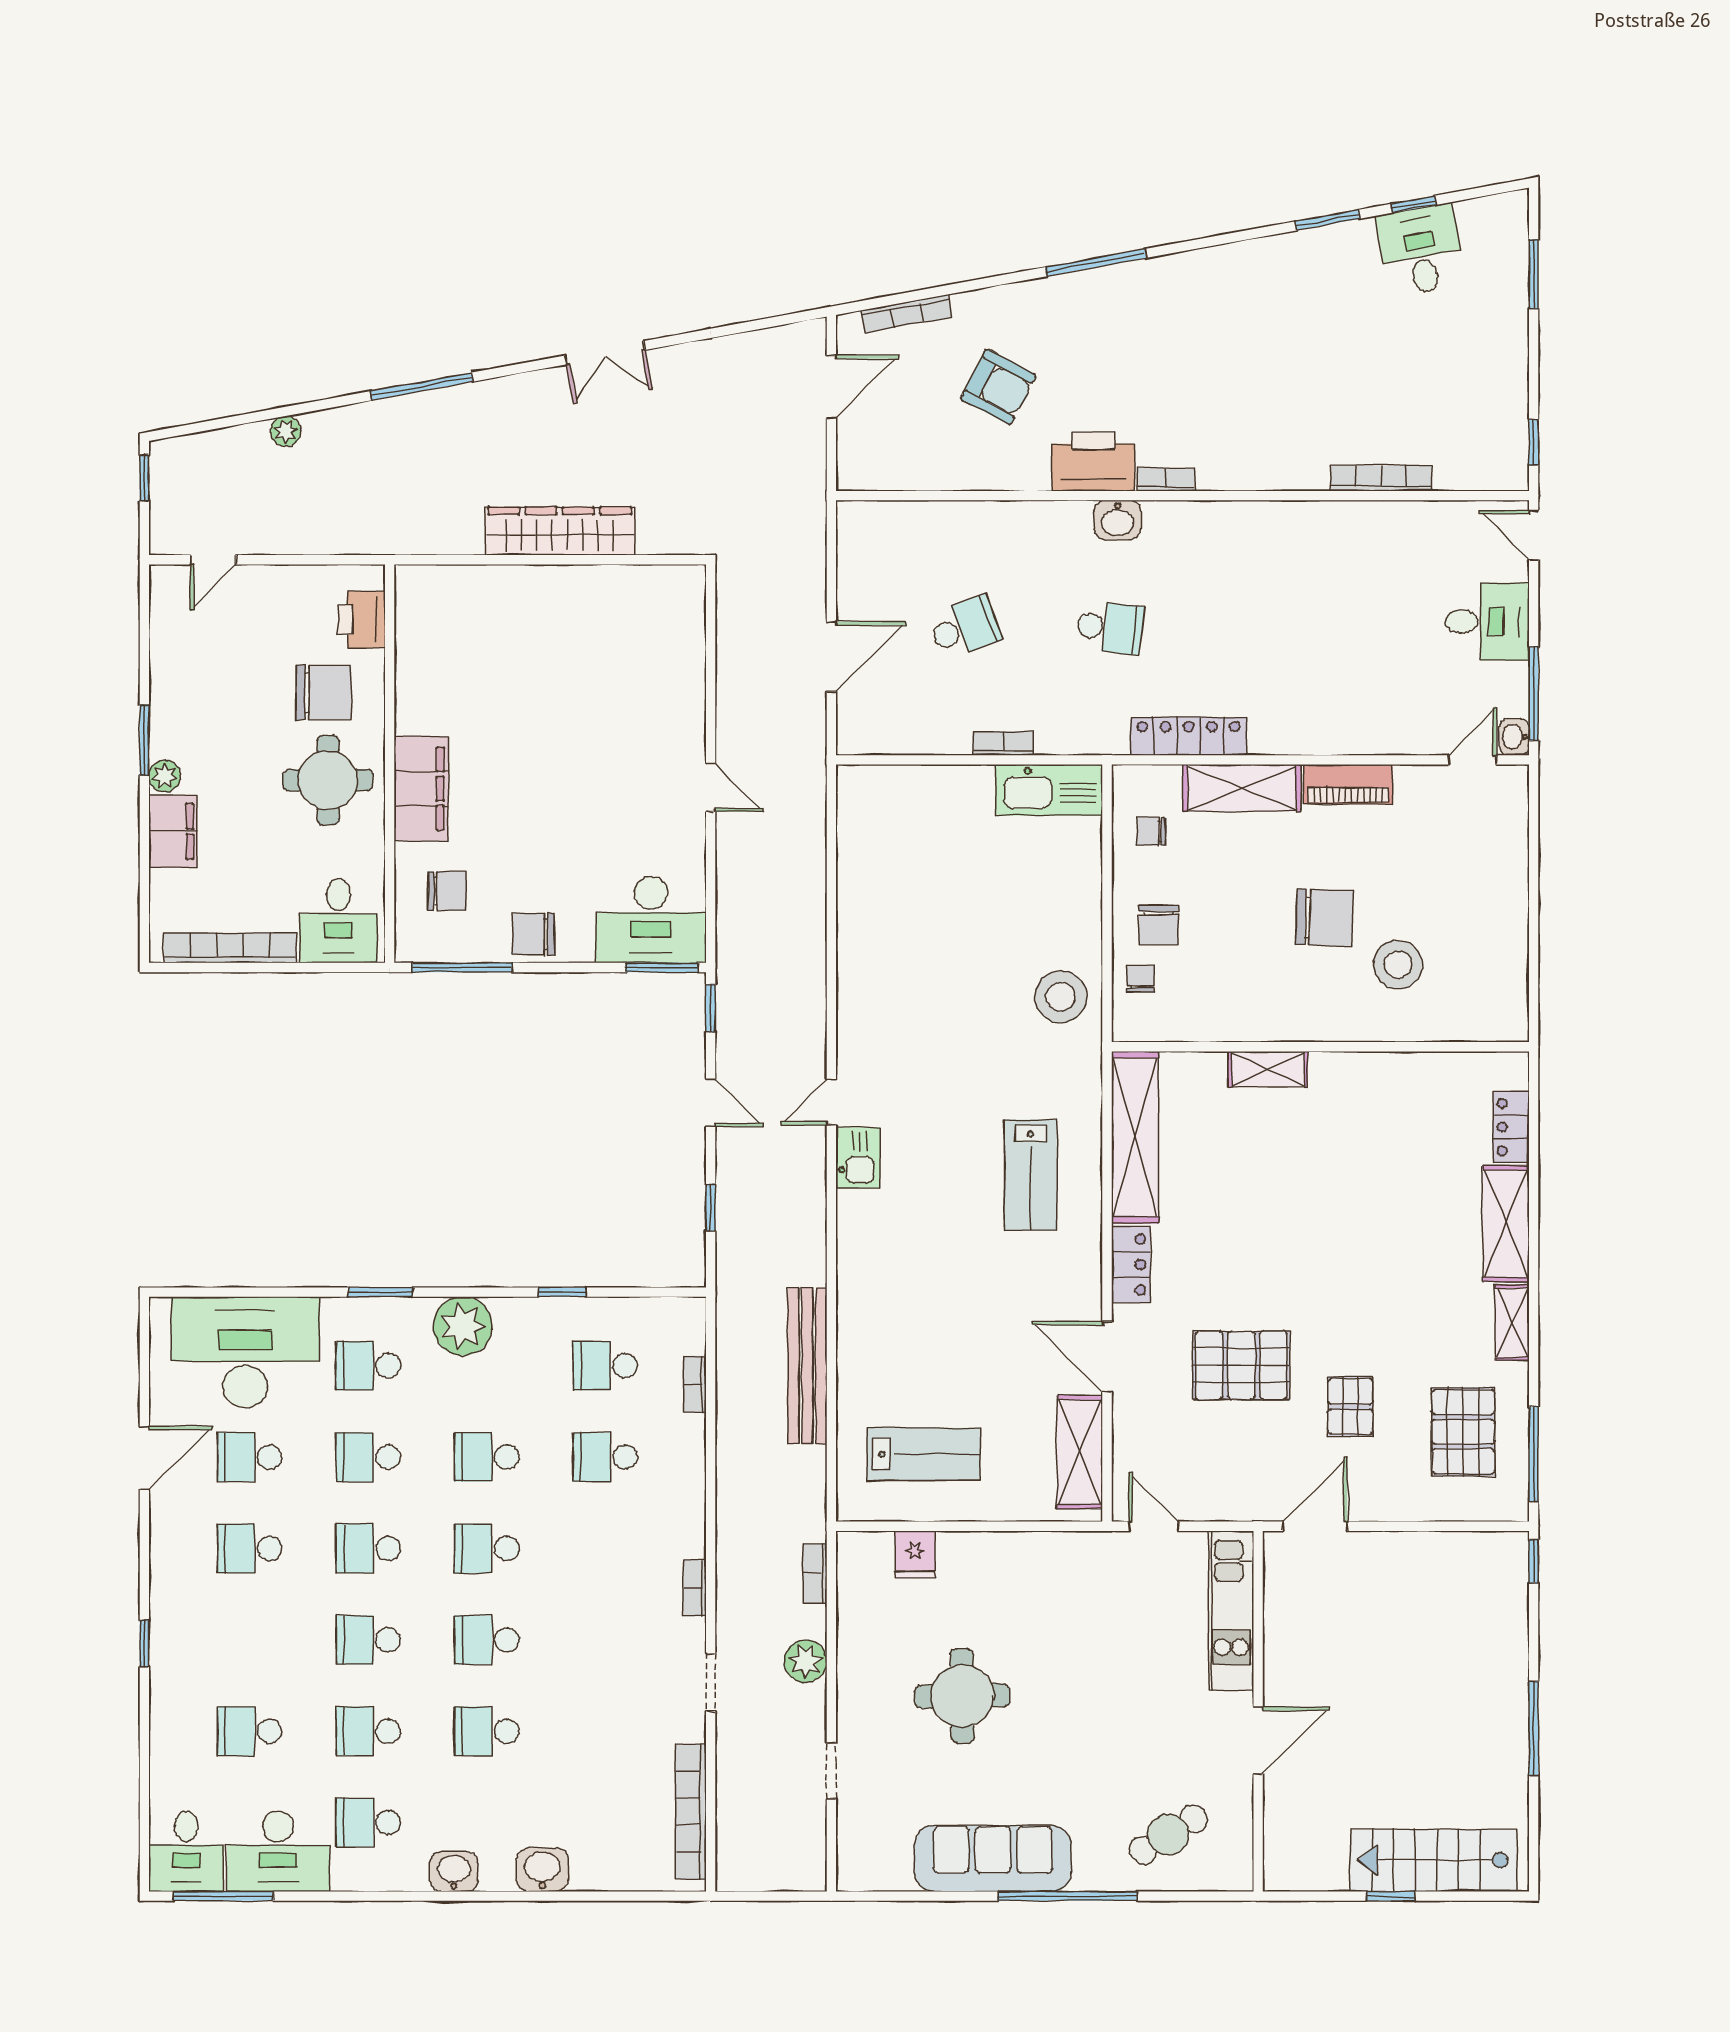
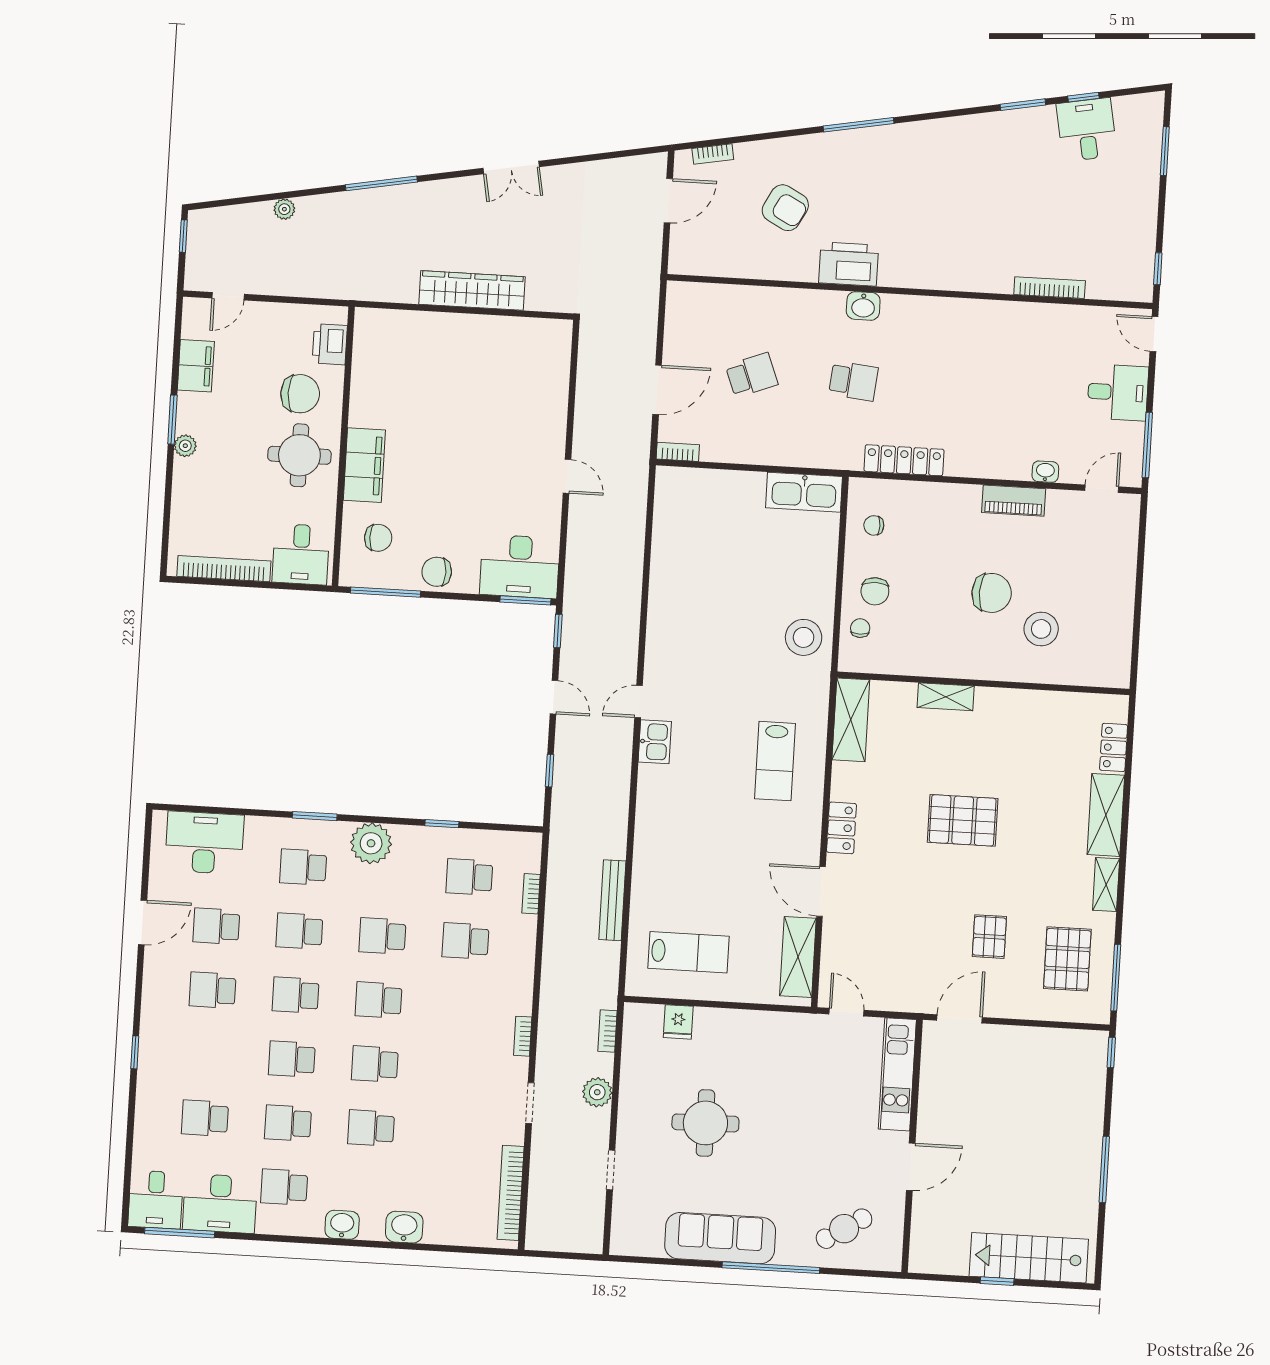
bookcase: (907, 314) -> (713, 154), width x0.64
bookcase: (1166, 480) -> (899, 280), removed
washbasin: (1514, 737) -> (1045, 472), moved, turned 90
bookcase: (1003, 743) -> (678, 452), moved
shelving: (1242, 788) -> (939, 499), removed
filing cabinet: (173, 831) -> (196, 366), moved
shelving: (1135, 1137) -> (851, 720), width x0.68
desk: (245, 1352) -> (204, 843), width x0.73, depth x0.77
pallet: (1241, 1365) -> (963, 820), moved
bench: (807, 1366) -> (612, 900), width x0.73, depth x0.82

